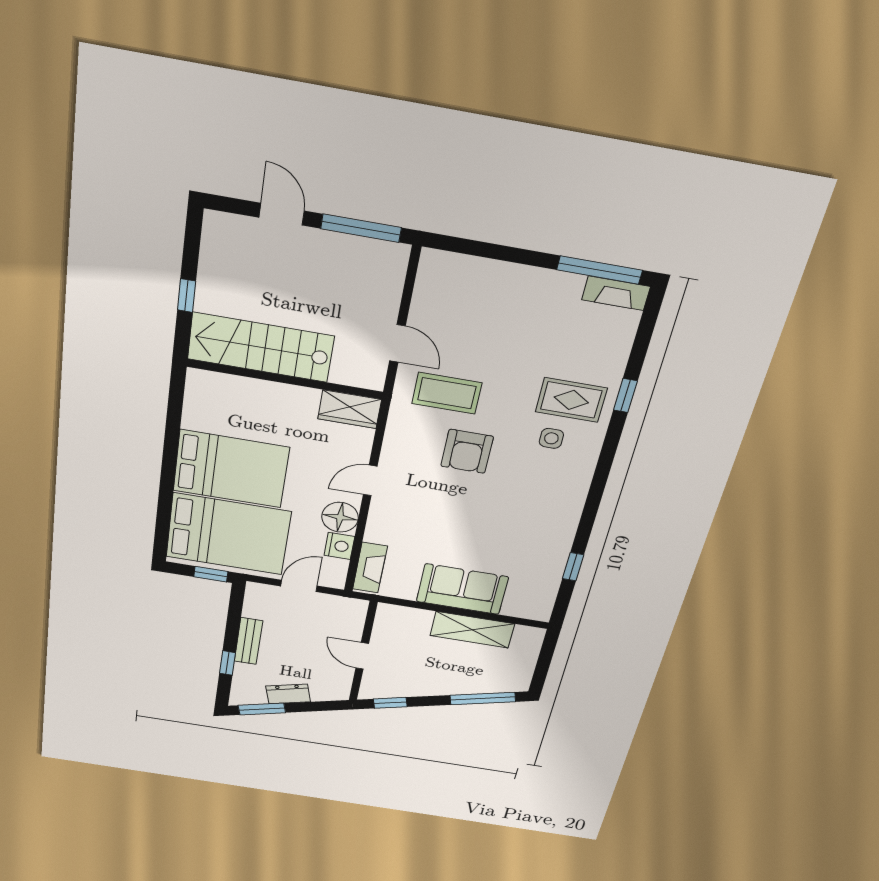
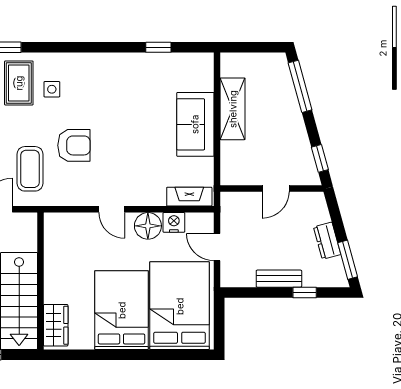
wardrobe: (350, 409) -> (56, 325), moved
window: (211, 574) -> (219, 315), removed

